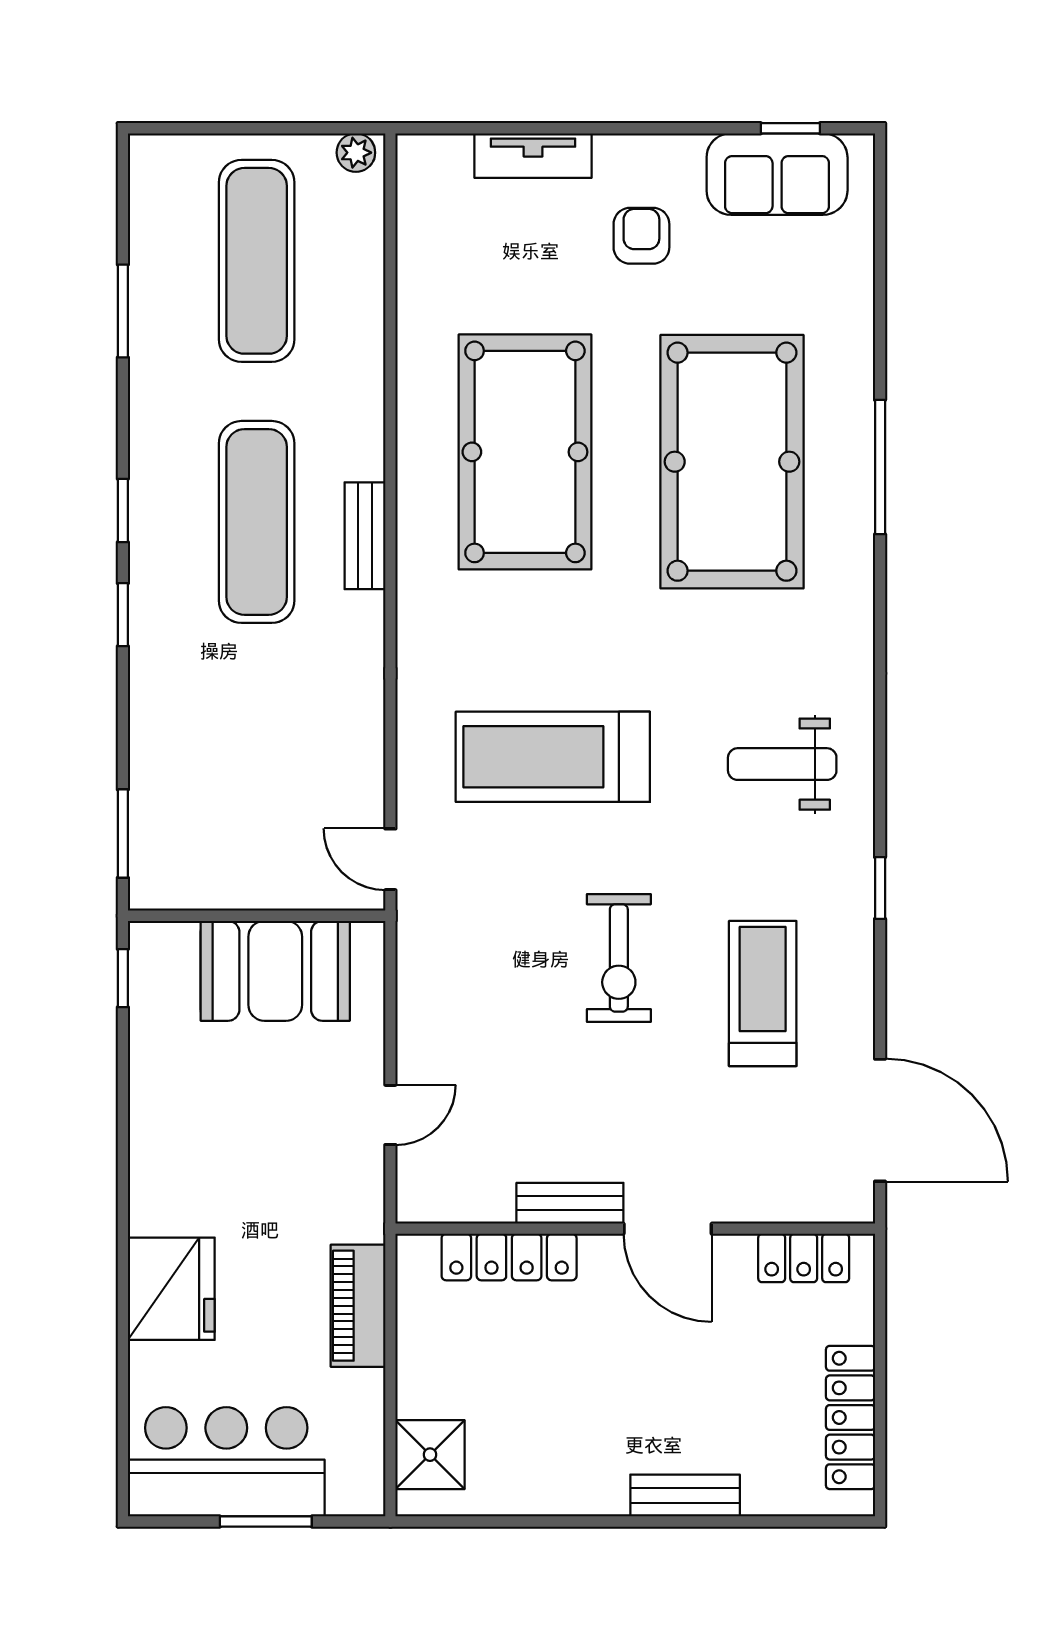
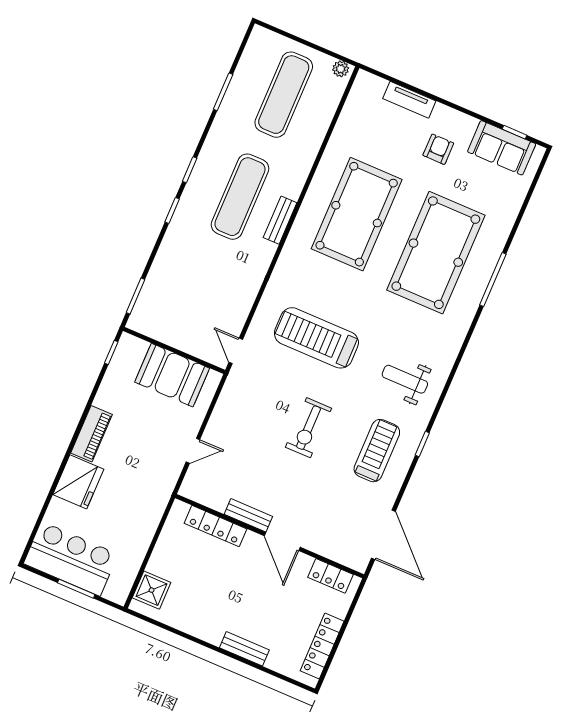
treadmill: (763, 993) -> (377, 451), moved
piano: (358, 1306) -> (91, 434), moved, turned 180

